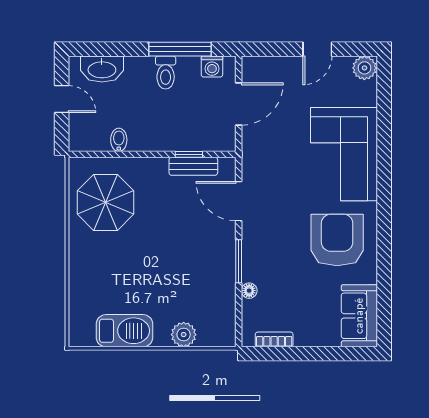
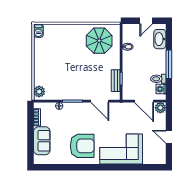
window: (180, 49) -> (169, 64), moved
plant: (364, 68) -> (160, 108), moved
toilet: (166, 73) -> (158, 79), moved
door: (239, 201) -> (100, 101), swing flipped
sofa: (359, 316) -> (42, 141), moved, turned 90
barbecue: (125, 331) -> (38, 31), moved, width x0.53, depth x0.65
plant: (184, 335) -> (39, 92), moved

